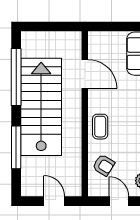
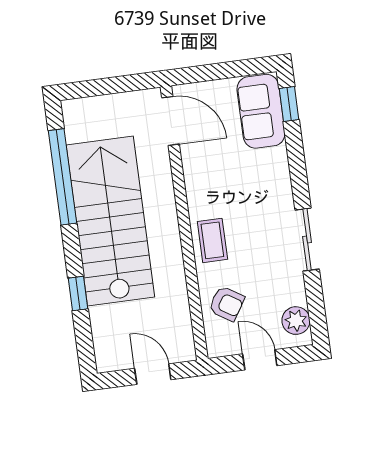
door: (85, 74) -> (171, 121), moved
window: (16, 147) -> (78, 293), width x0.46

